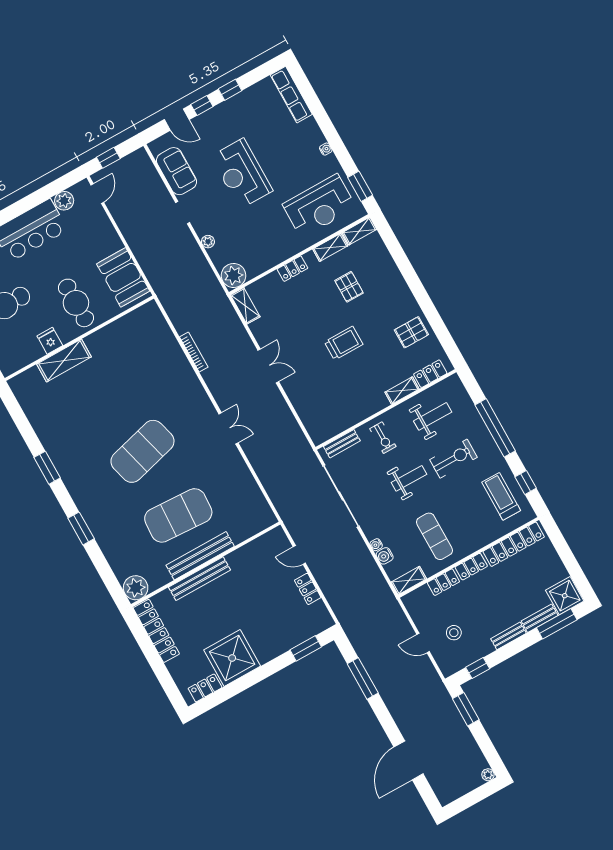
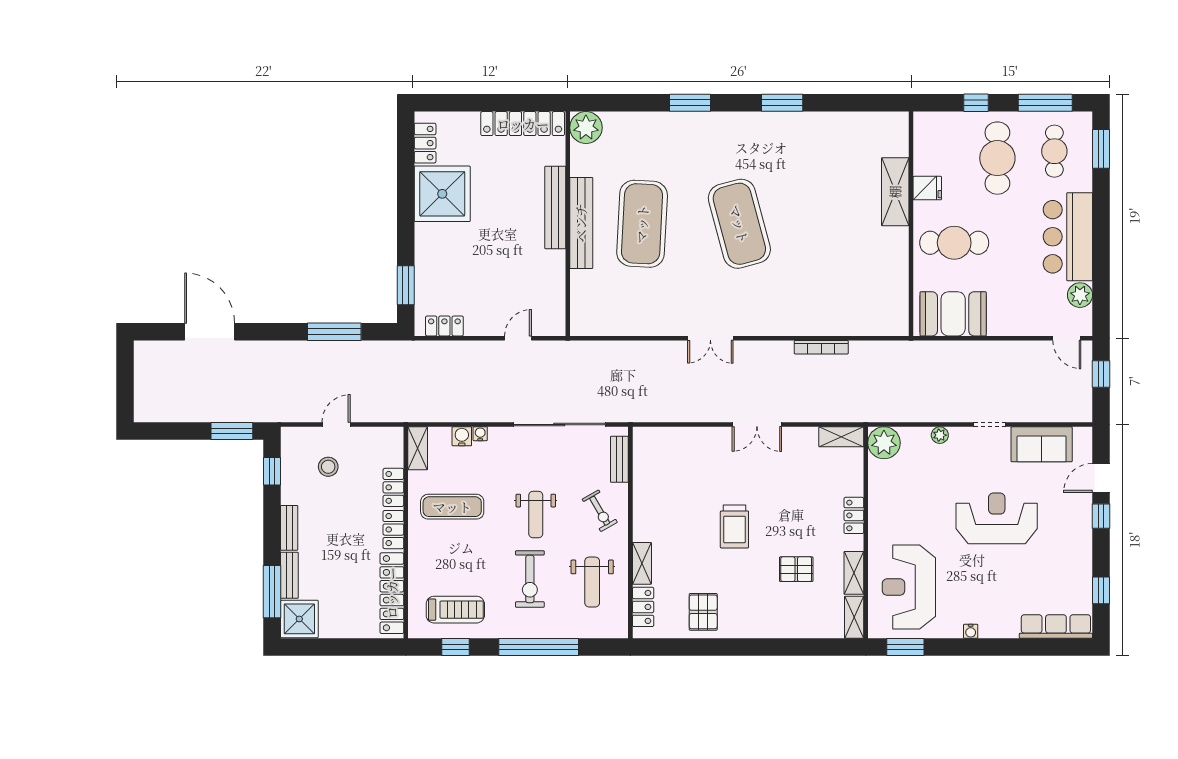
window: (230, 90) -> (1101, 590), moved
exercise bike: (383, 438) -> (600, 511), turned -120
locker: (308, 589) -> (444, 326), moved
plant: (488, 775) -> (142, 414), removed

